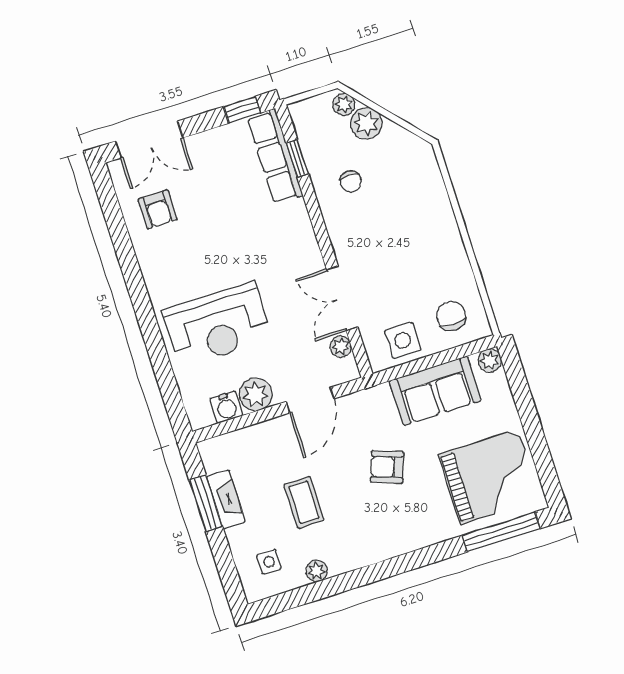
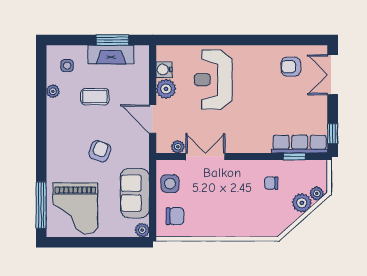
fireplace: (226, 499) -> (111, 55), width x1.37, depth x1.32

